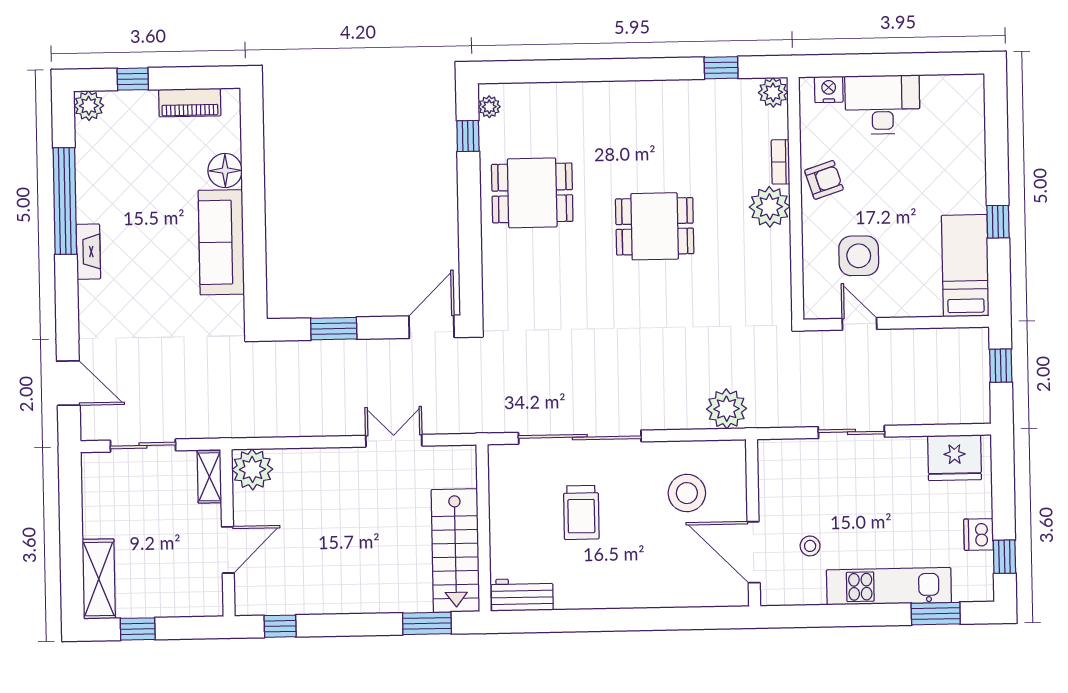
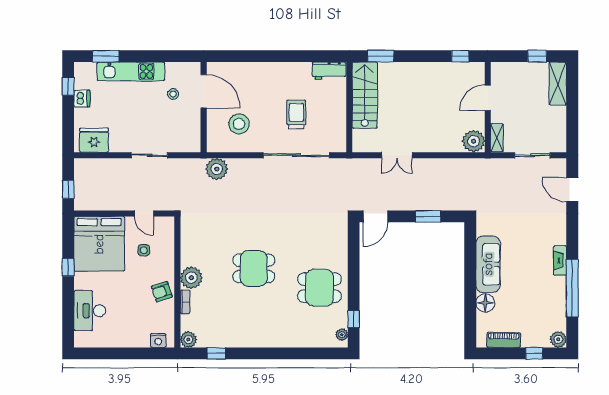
desk: (882, 105) -> (90, 311), moved, turned 90
side table: (859, 256) -> (144, 250), width x0.54, depth x0.54
bed: (965, 266) -> (99, 244), width x2.04

